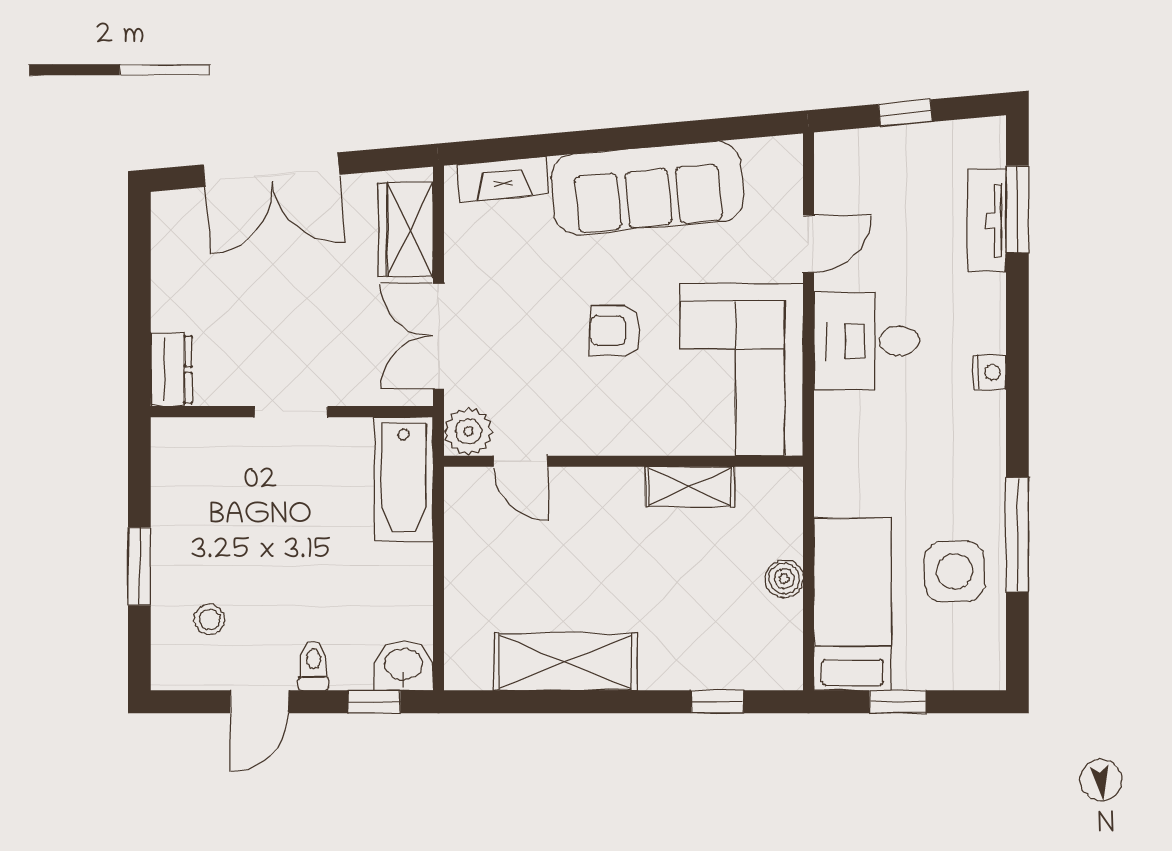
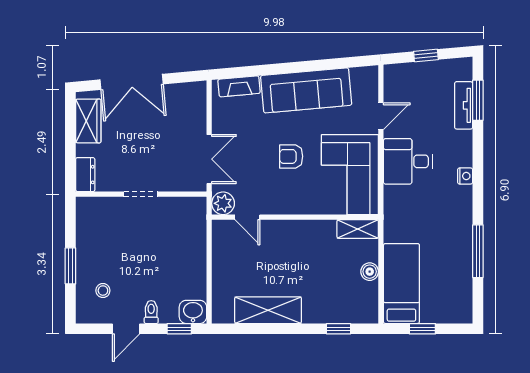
wardrobe: (406, 230) -> (88, 121), moved, turned 180
double door: (439, 336) -> (209, 159), swing flipped
bathtub: (404, 479) -> (193, 226), removed
shelving: (690, 487) -> (358, 229), moved
side table: (955, 572) -> (449, 268), removed

